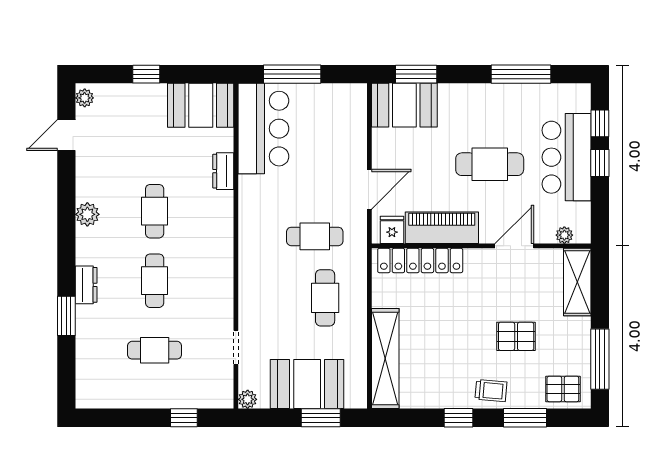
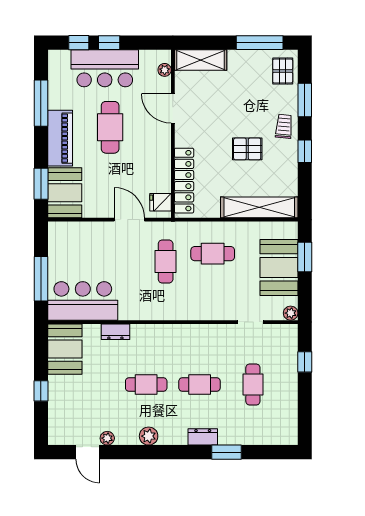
plant: (85, 98) -> (107, 438), moved
piano: (442, 228) -> (60, 138), moved, turned 180
pallet: (516, 336) -> (247, 149), moved, turned 90

